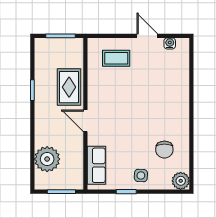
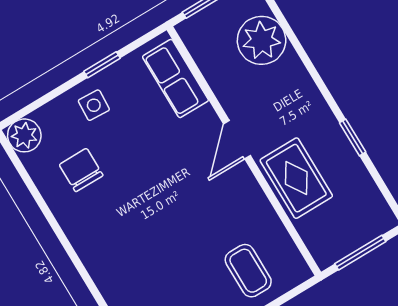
coffee table: (116, 58) -> (248, 271), turned 90
door: (85, 121) -> (237, 140), swing flipped

